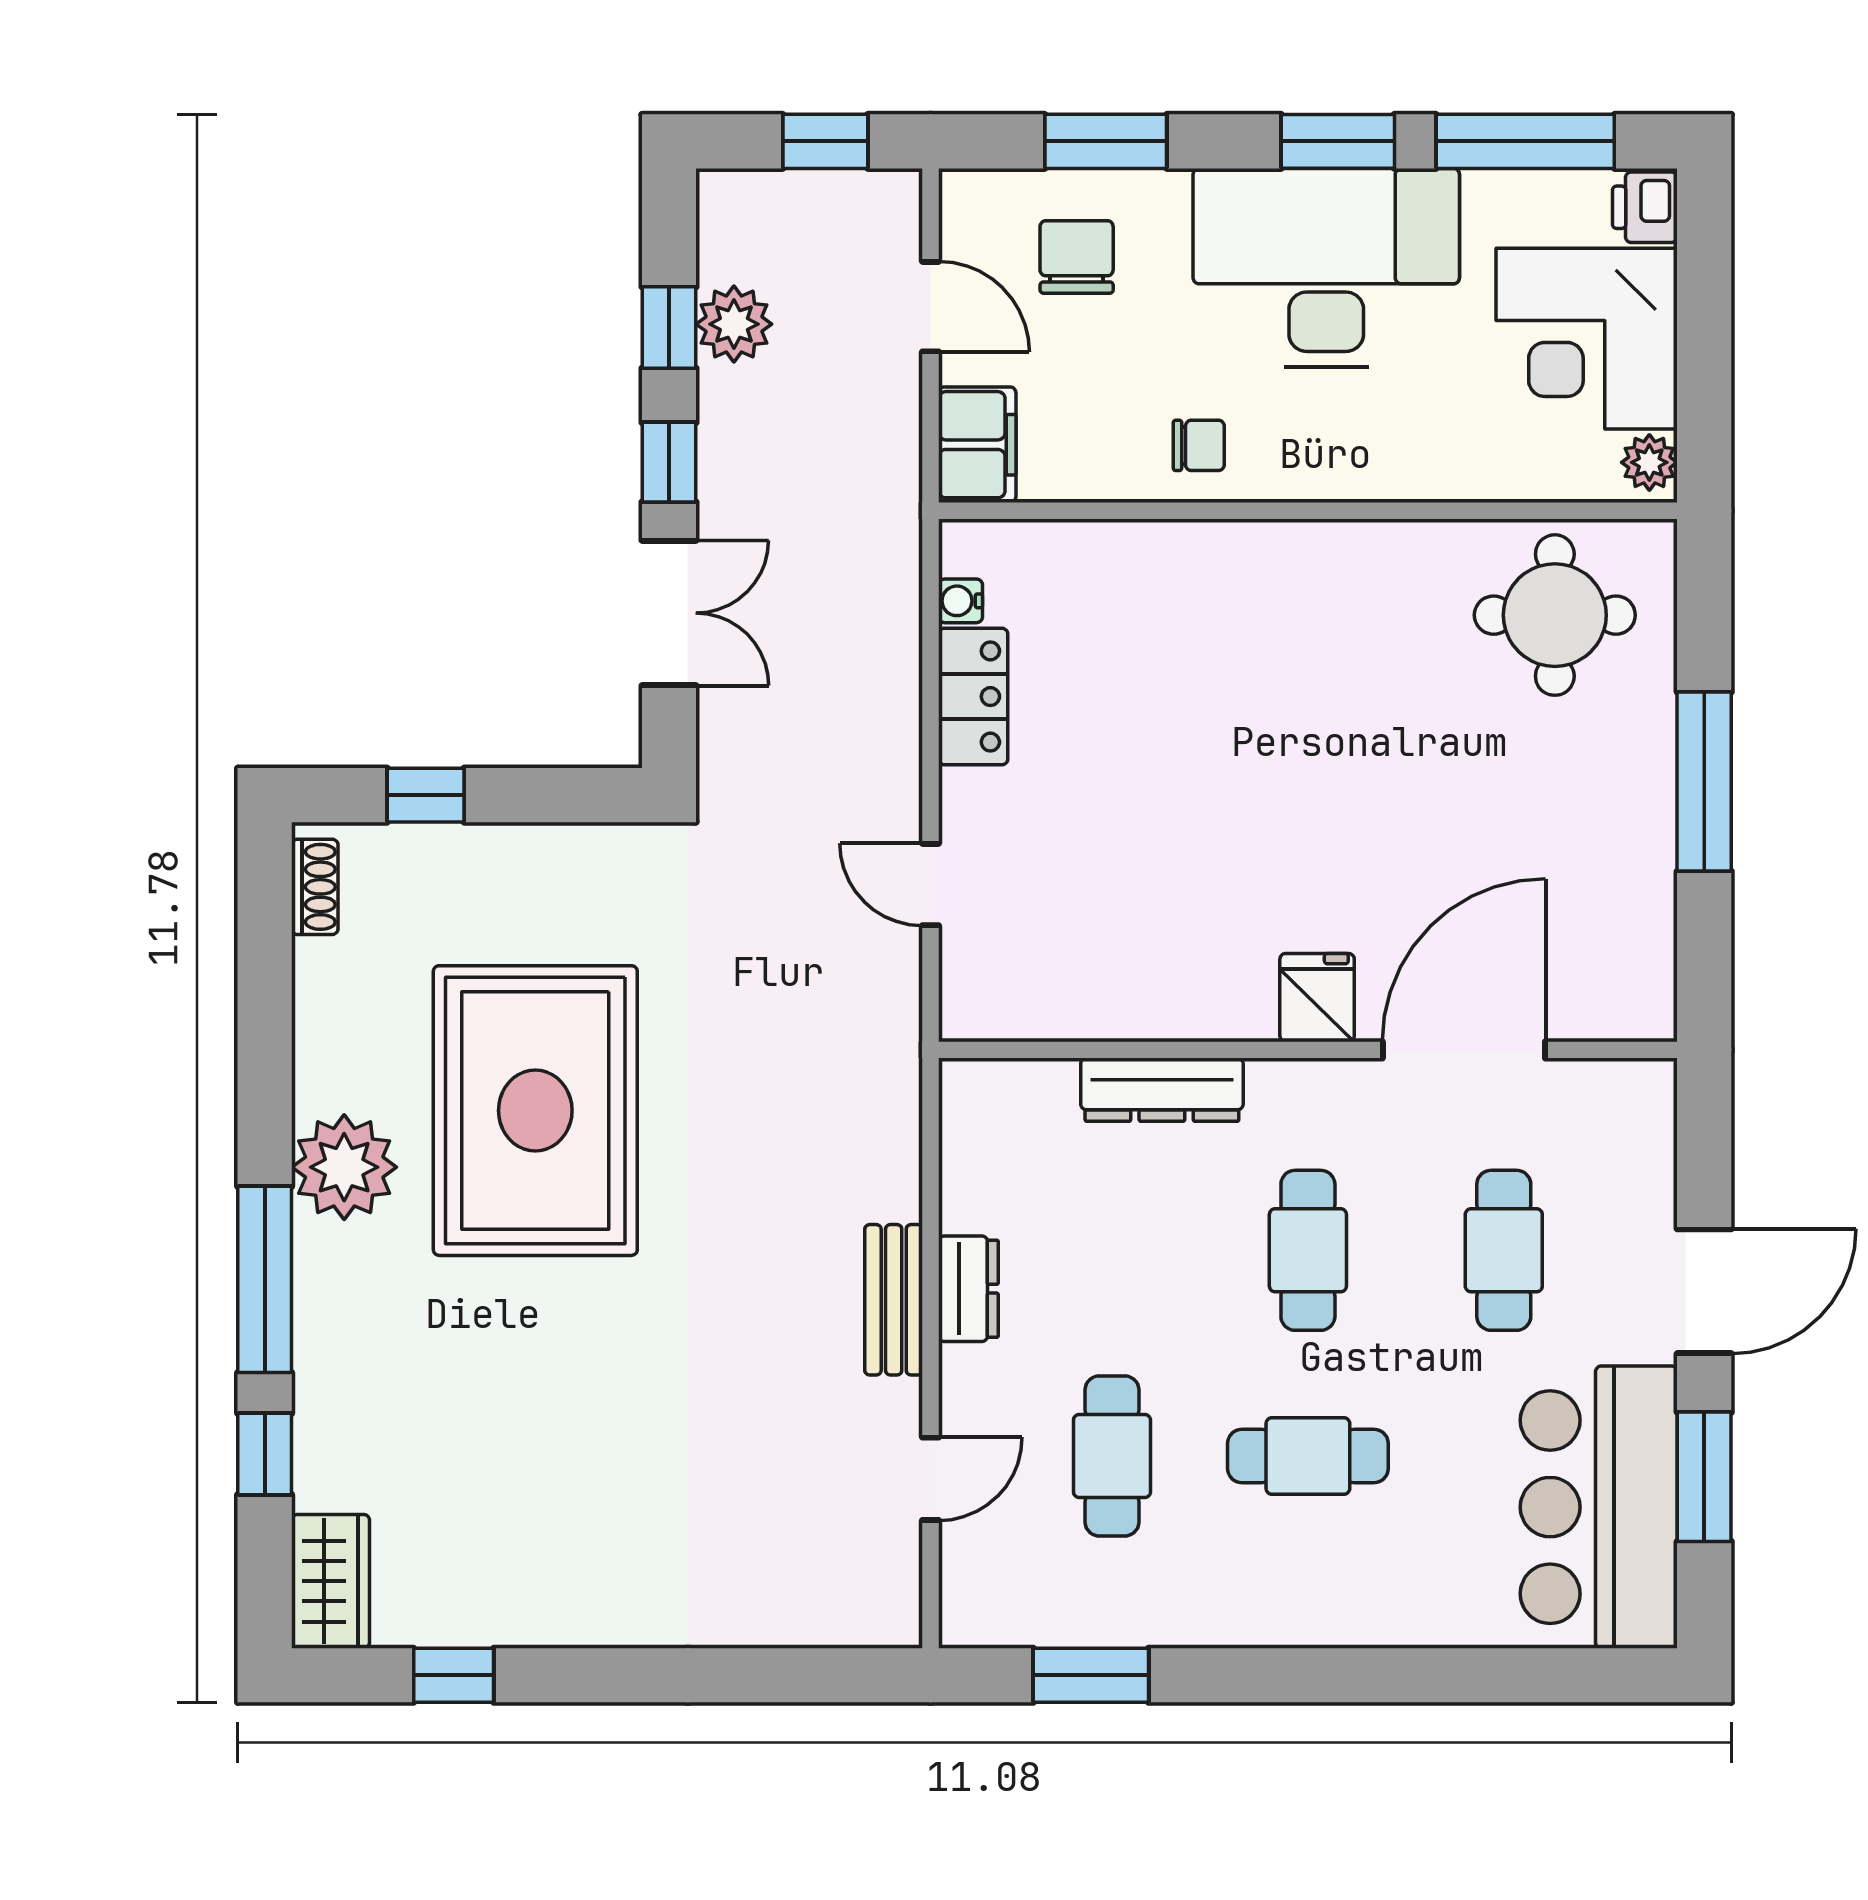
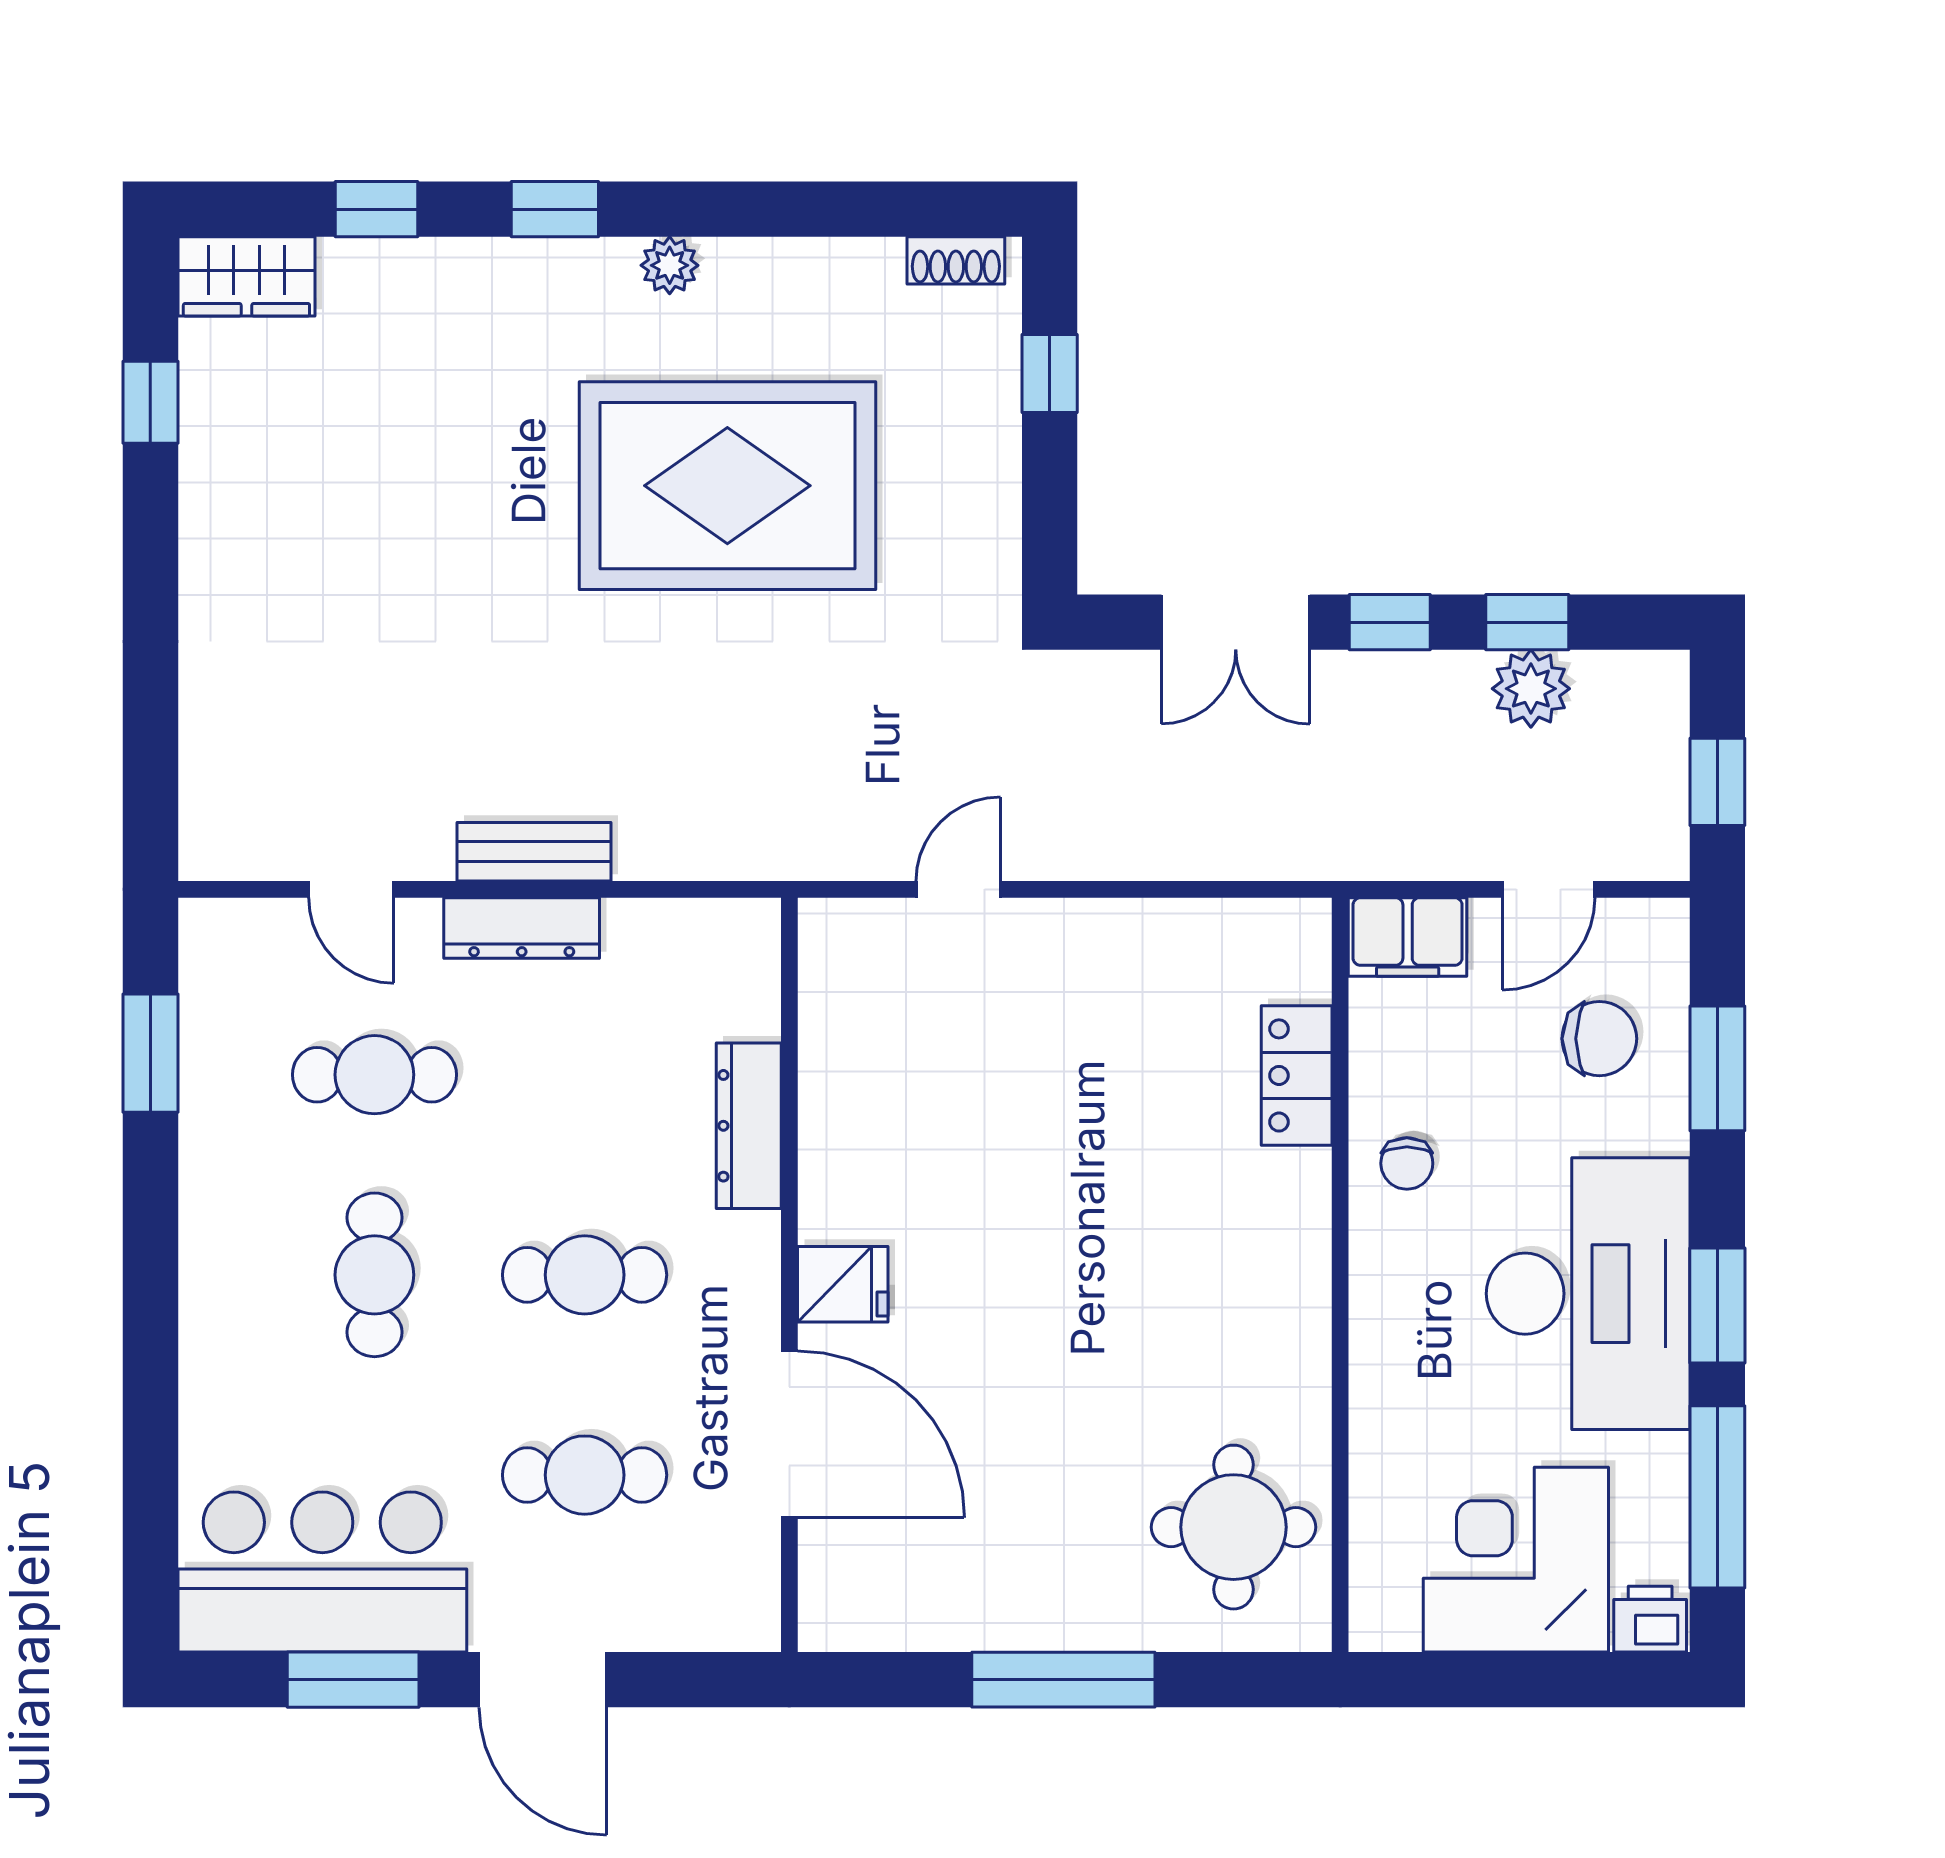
plant: (1649, 462) -> (1389, 1624), removed
water cooler: (960, 601) -> (1248, 920), removed
locker: (973, 697) -> (1297, 1075), moved, turned 90
plant: (344, 1167) -> (670, 265), width x0.53, depth x0.53
window: (265, 1279) -> (555, 209), width x0.46
dresser: (968, 1289) -> (522, 928), width x1.44

